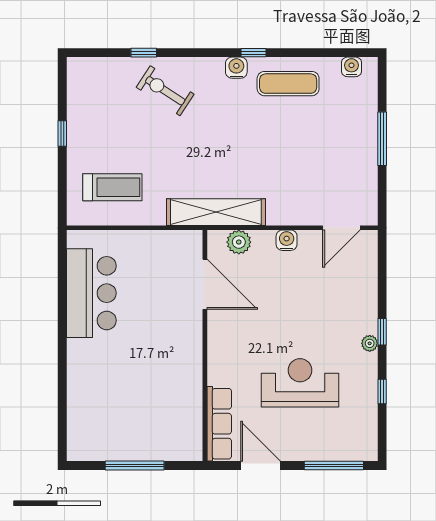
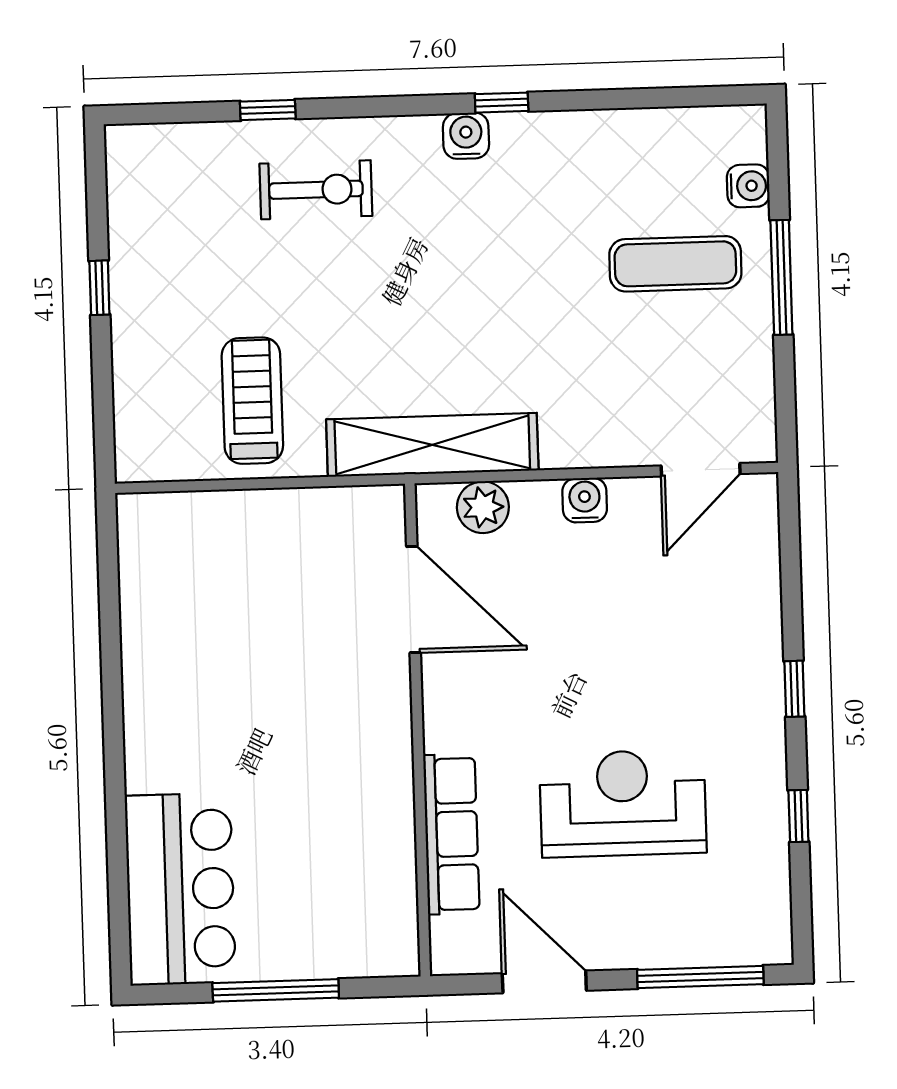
water cooler: (352, 67) -> (748, 186), moved, turned 90
exercise mat: (288, 84) -> (675, 264), moved
exercise bike: (165, 91) -> (316, 190), turned 147
treadmill: (112, 187) -> (252, 401), moved, turned -90
bar counter: (91, 293) -> (180, 889), moved
plant: (370, 343) -> (768, 714), removed
row of seats: (219, 424) -> (451, 834), moved

